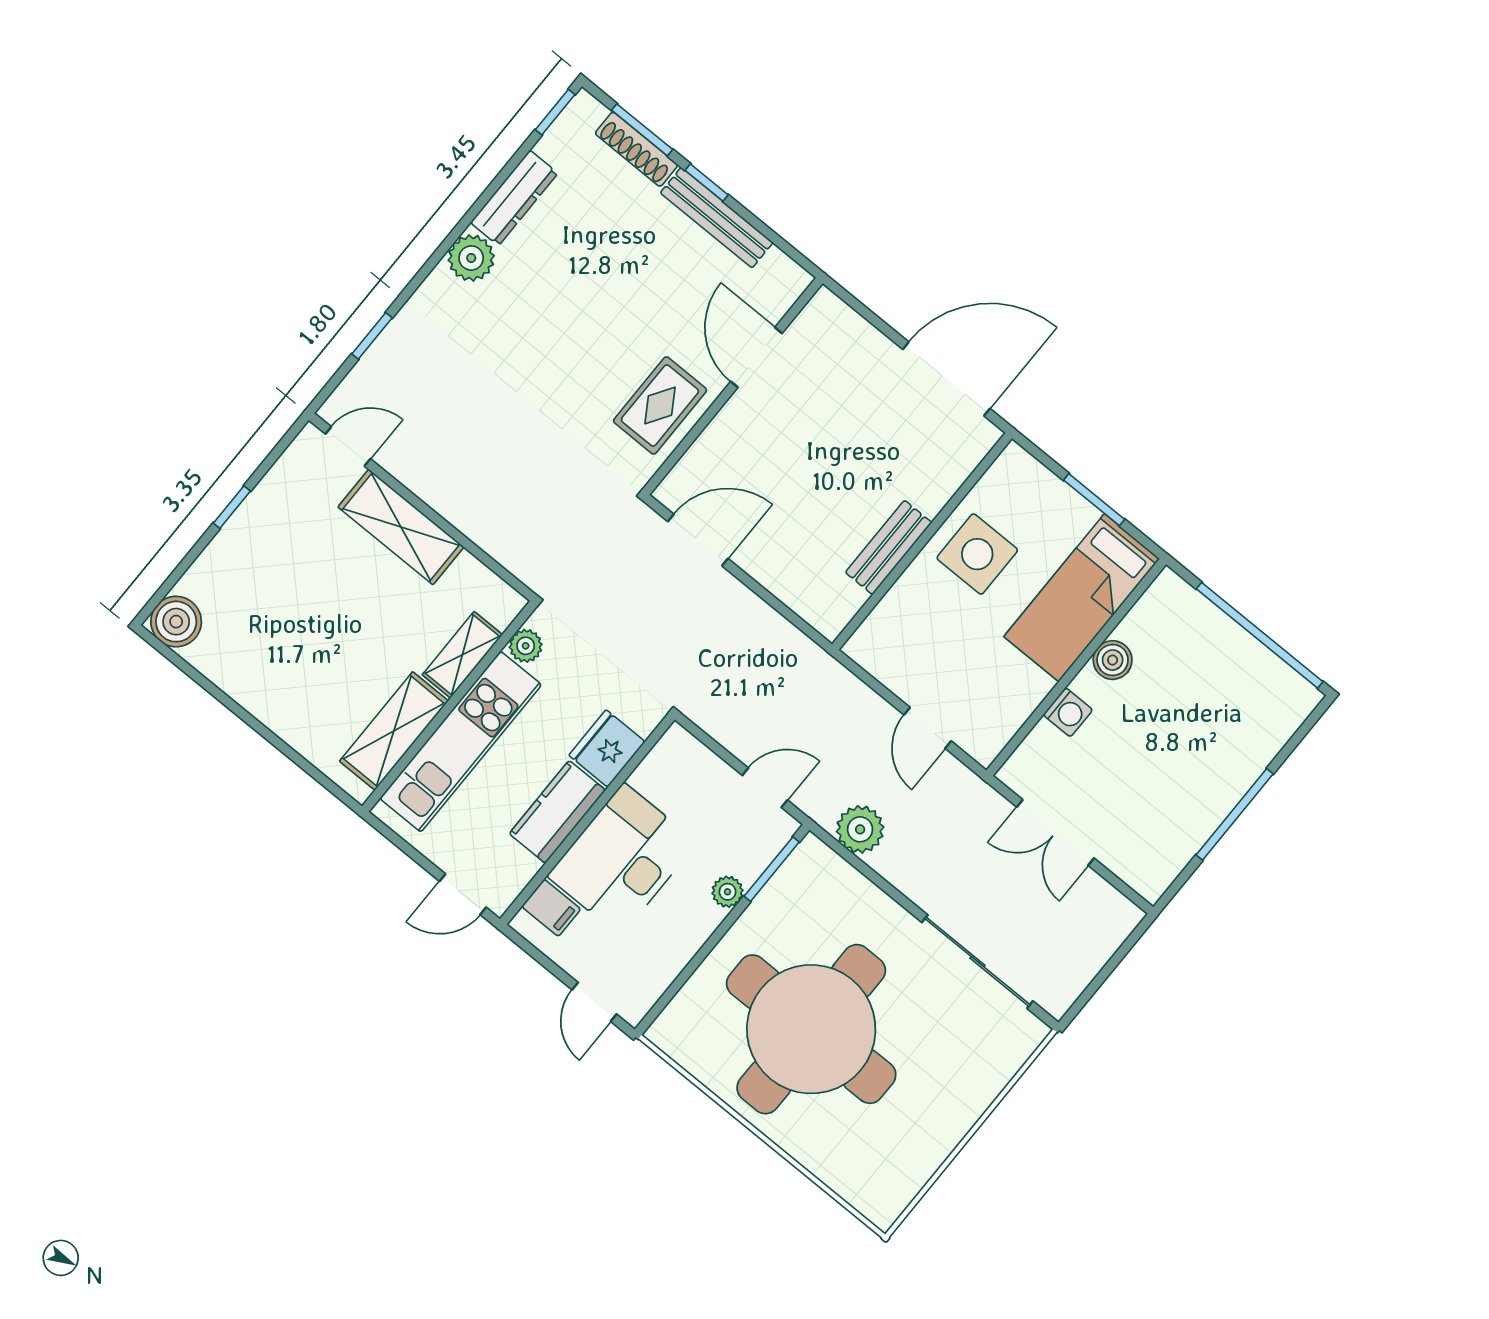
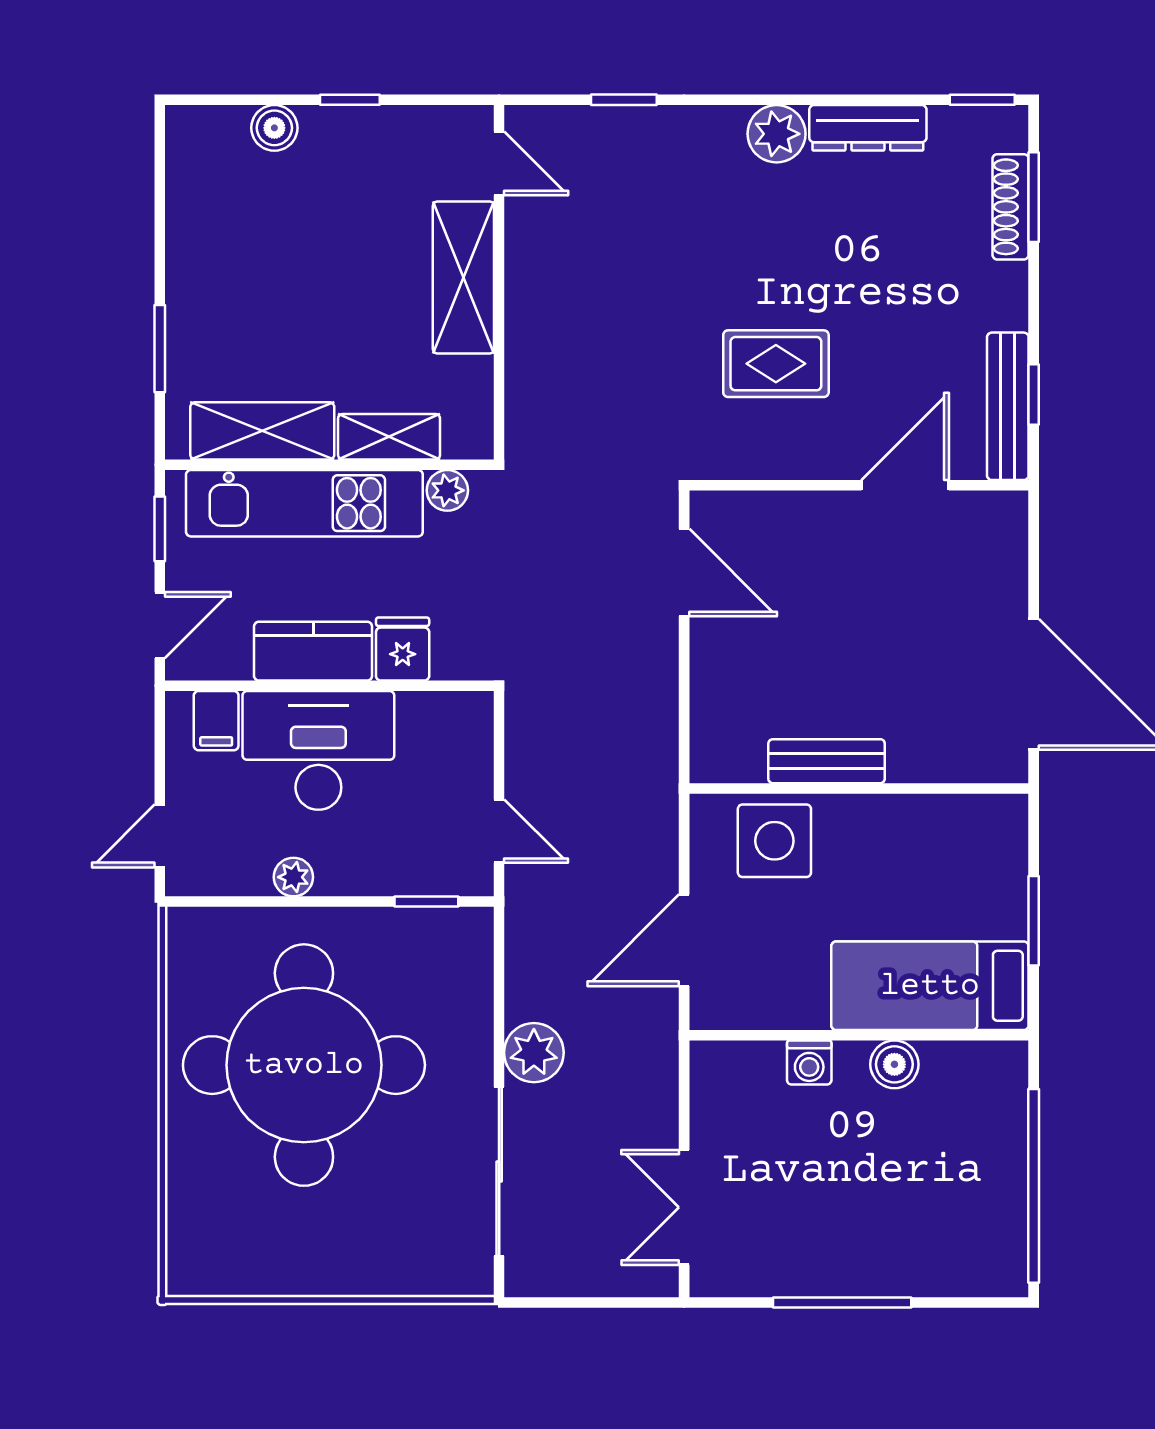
window: (707, 183) -> (1034, 394), moved
bench: (717, 218) -> (1008, 406), moved
rug: (660, 405) -> (776, 364), moved
side table: (977, 554) -> (774, 841), moved
boiler: (176, 622) -> (274, 128), moved, width x0.73, depth x0.73
door: (928, 728) -> (684, 940), width x1.38
fridge: (607, 748) -> (403, 649), width x0.72
window: (290, 753) -> (160, 349), added
plant: (860, 829) -> (534, 1053), moved
double door: (1055, 833) -> (684, 1207), moved
window: (403, 845) -> (160, 529), added
window: (772, 869) -> (426, 902), width x0.67
plant: (728, 892) -> (293, 877), moved
door: (463, 894) -> (160, 625), swing flipped

